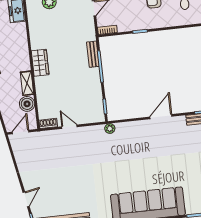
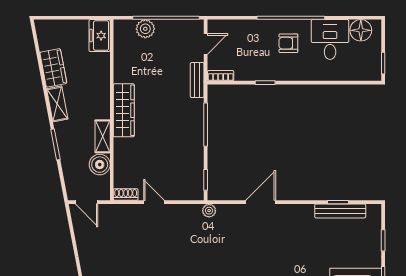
bench: (93, 54) -> (197, 80), moved
wardrobe: (40, 63) -> (124, 110), width x1.50
door: (161, 117) -> (261, 202), moved
door: (21, 132) -> (87, 202), swing flipped

